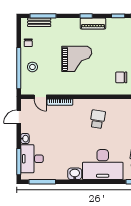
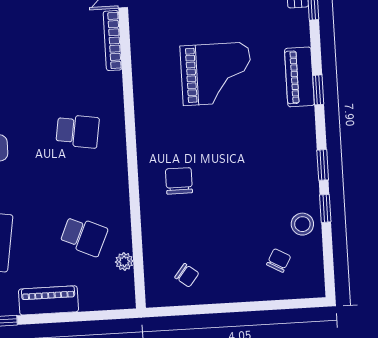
piano: (93, 24) -> (299, 77), moved
grand piano: (77, 59) -> (216, 74), turned -90

